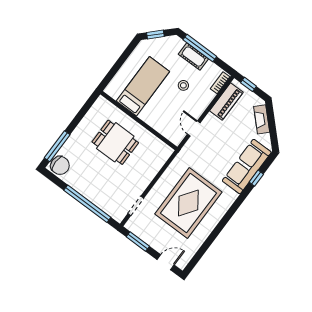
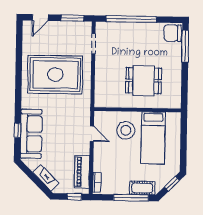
cot: (193, 57) -> (142, 188), moved
stool: (183, 85) -> (126, 130), moved, width x1.89, depth x1.89
rug: (188, 203) -> (55, 75), turned 90

